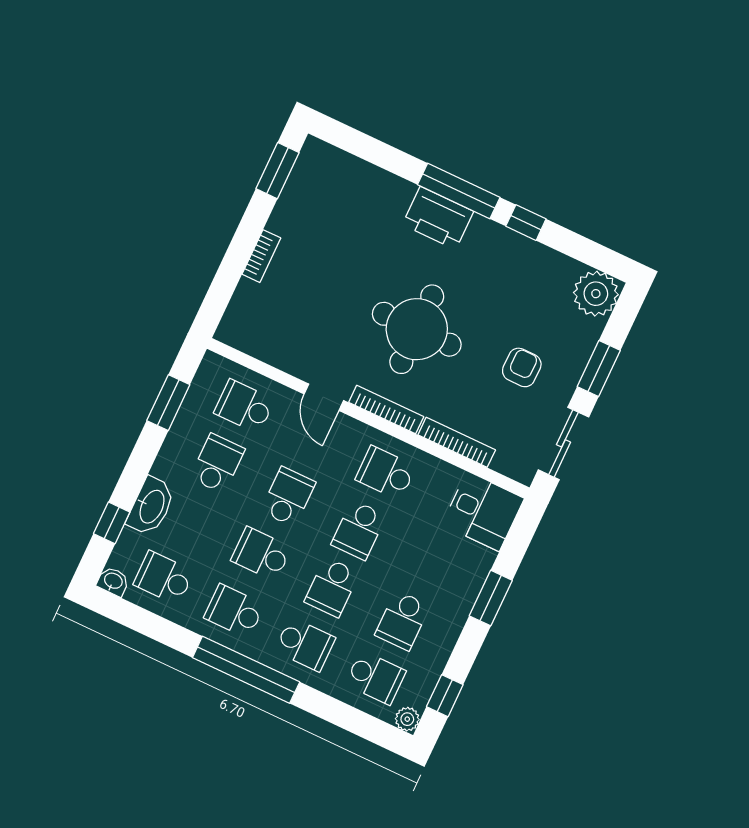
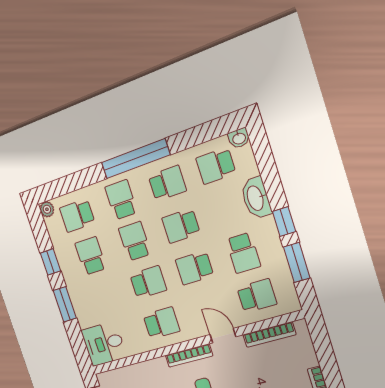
bookcase: (457, 442) -> (269, 335), moved
school desk: (288, 497) -> (194, 268), turned 90
window: (112, 523) -> (284, 221), moved
school desk: (359, 530) -> (148, 282), turned 90
school desk: (261, 554) -> (181, 226), turned 180
school desk: (164, 578) -> (216, 166), turned 180
school desk: (305, 644) -> (121, 200), turned 90
window: (445, 696) -> (50, 262), moved

